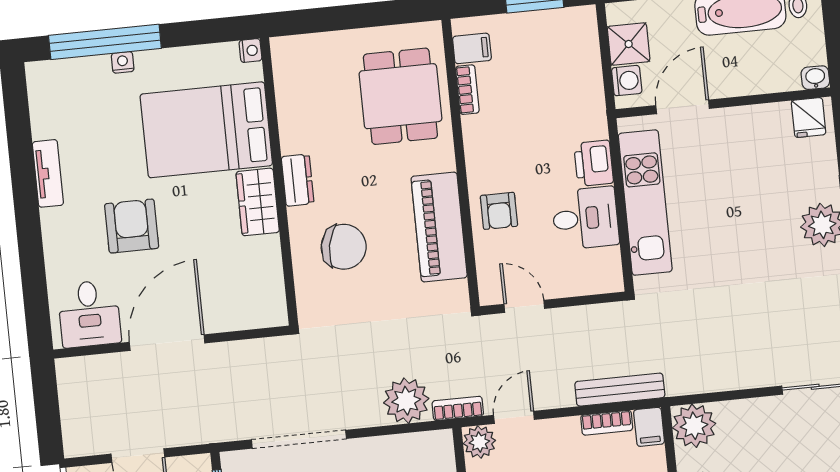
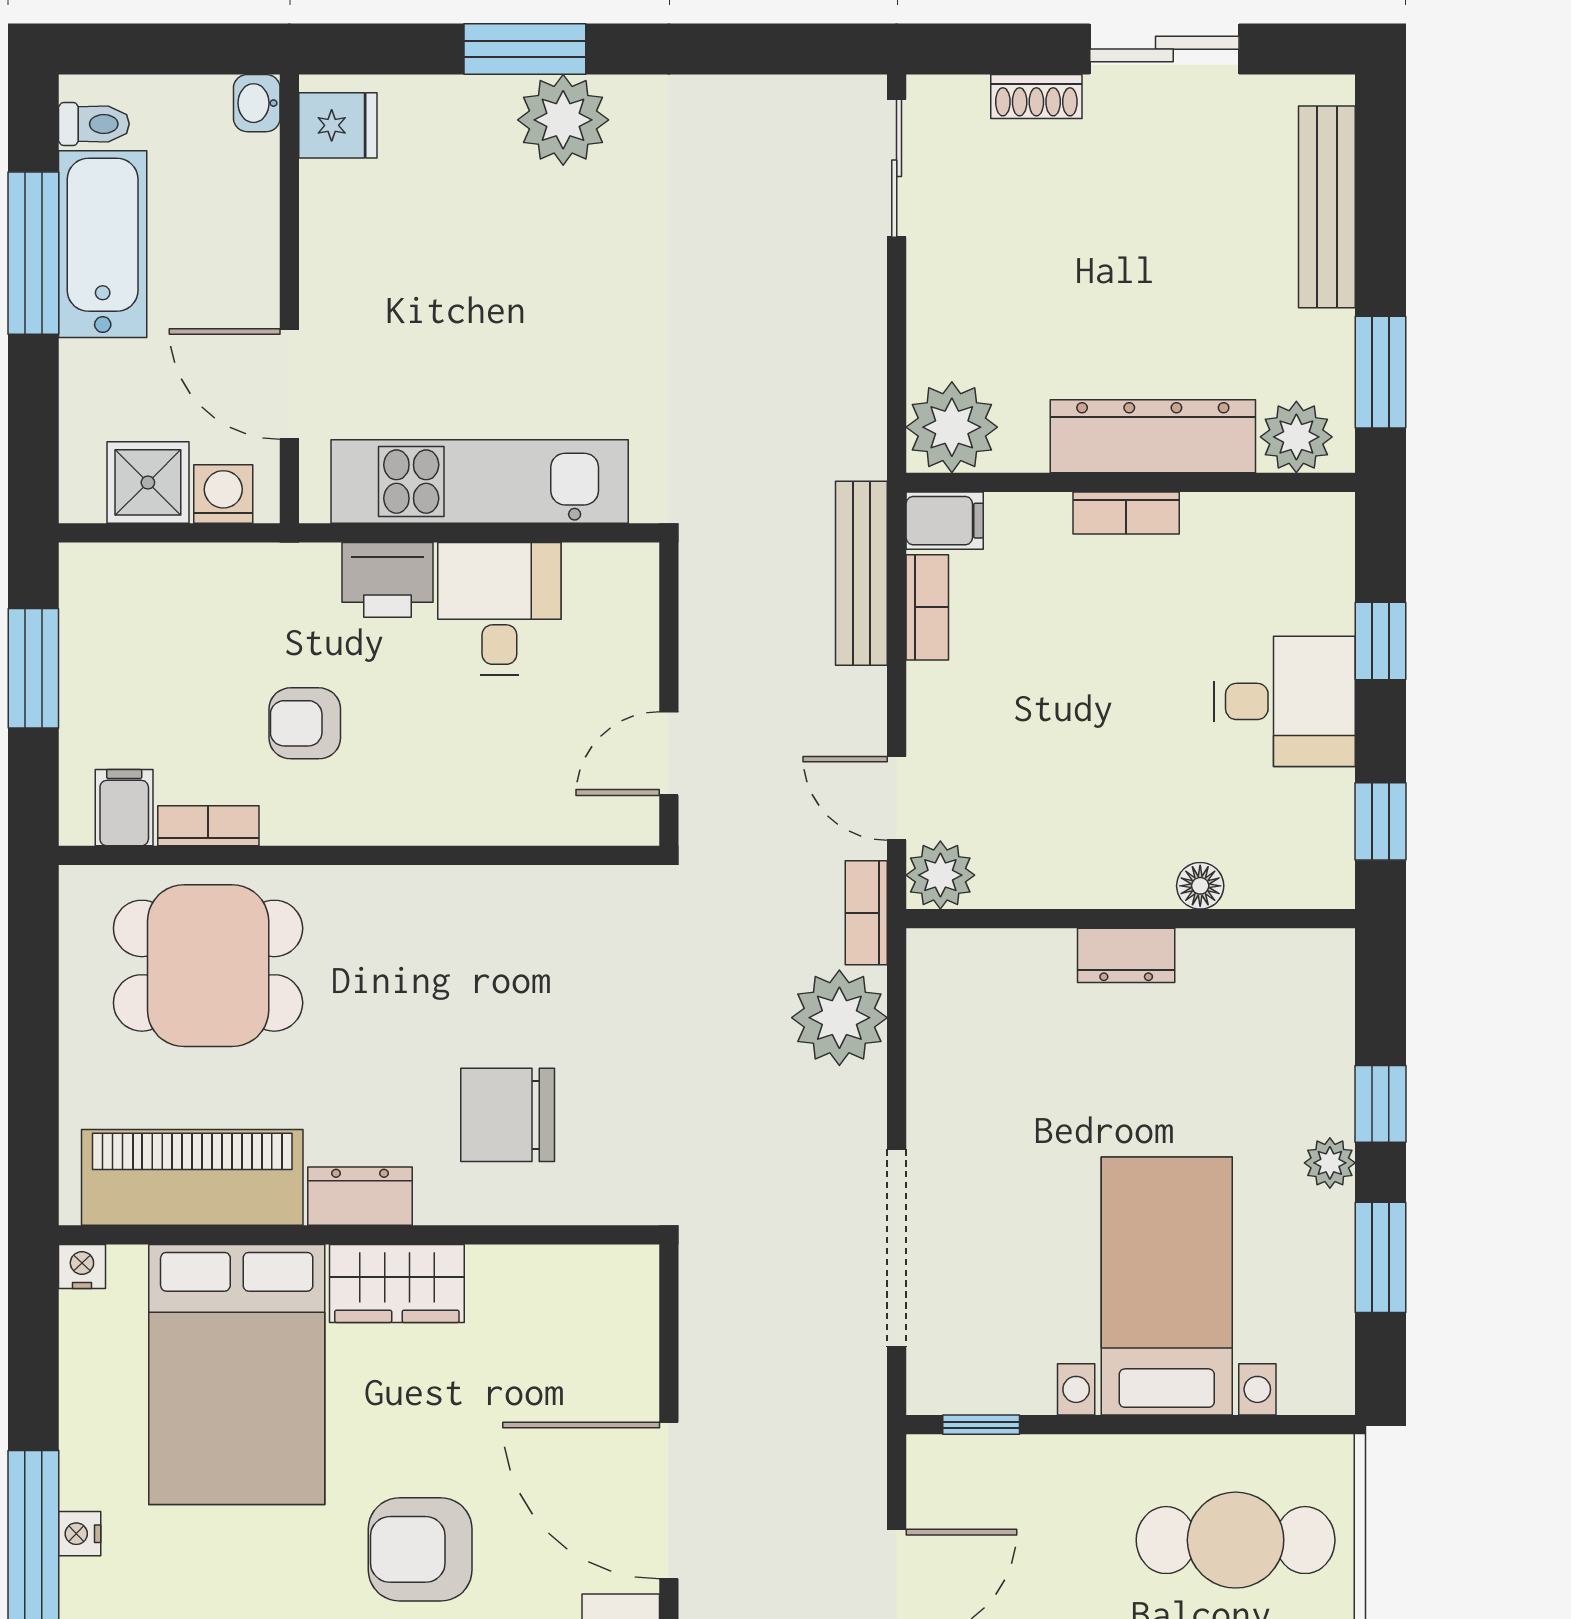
armchair: (499, 211) -> (305, 723), moved, turned 180
piano: (439, 227) -> (192, 1177), moved, turned 180
chair: (344, 247) -> (508, 1115), turned -101

